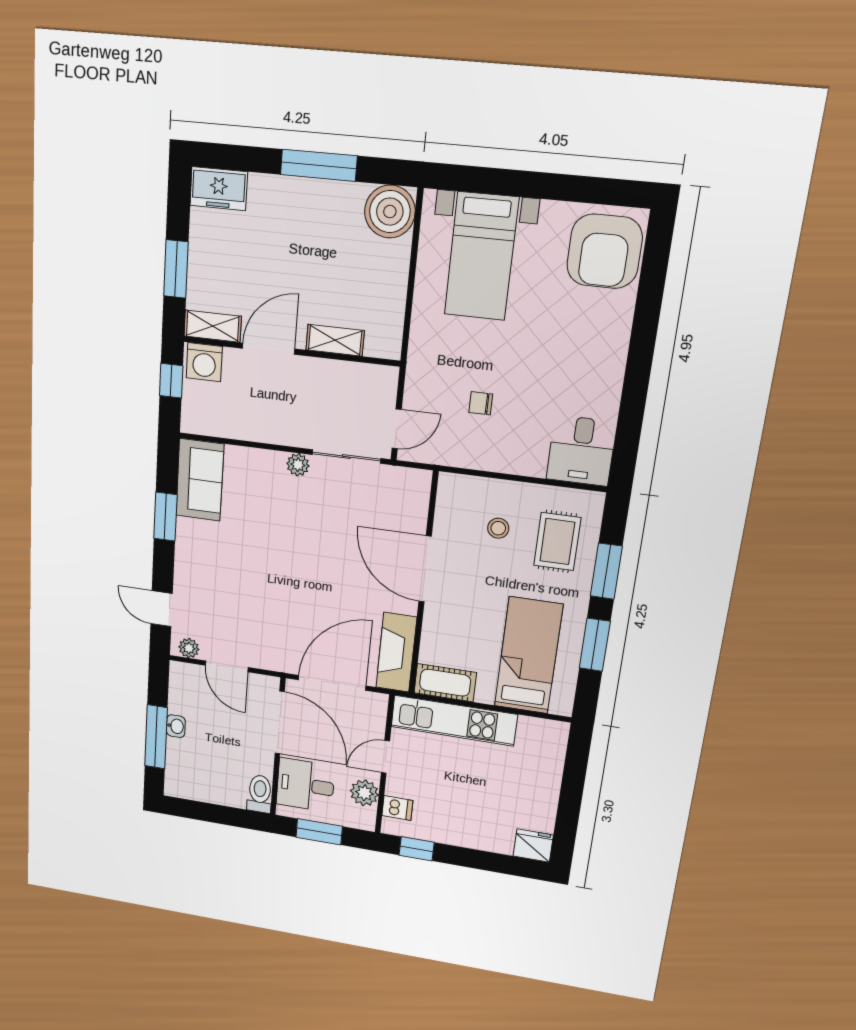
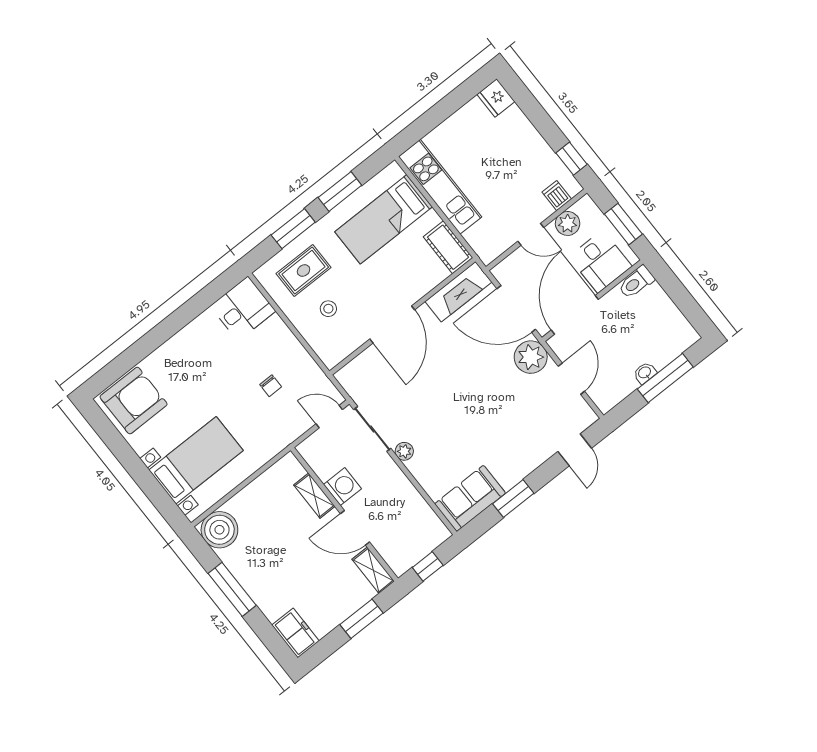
washing machine: (204, 362) -> (342, 487), moved
plant: (189, 648) -> (531, 357), moved, width x1.88, depth x1.88
kitchen unit: (454, 721) -> (440, 187), moved

